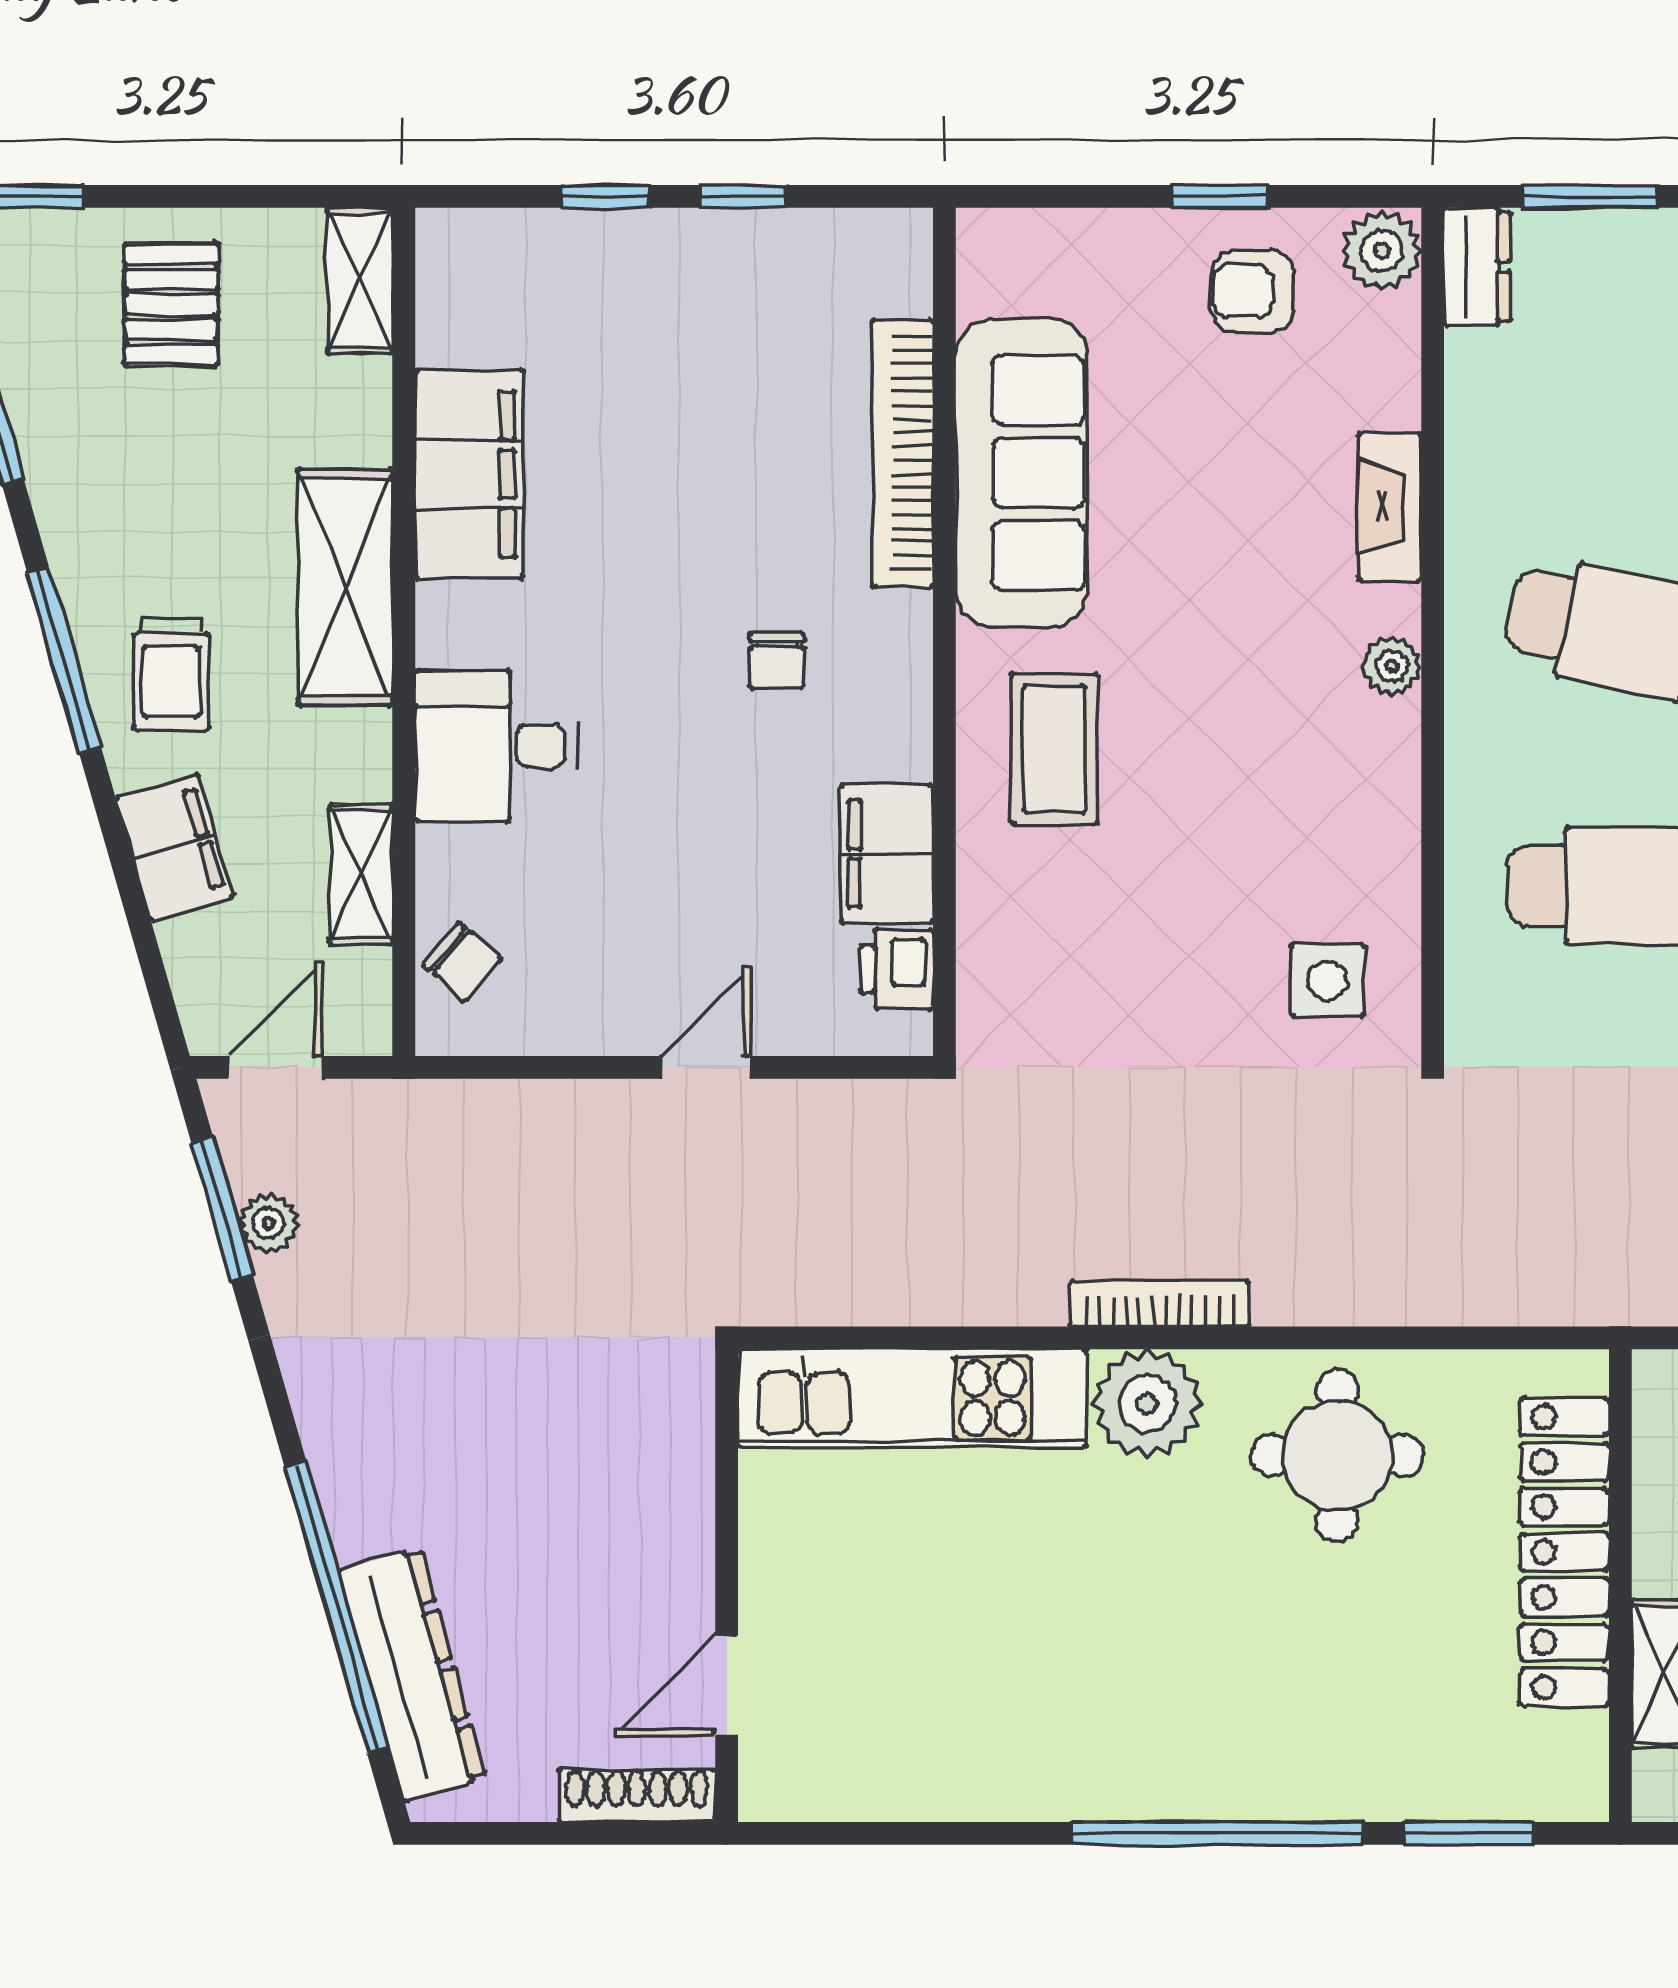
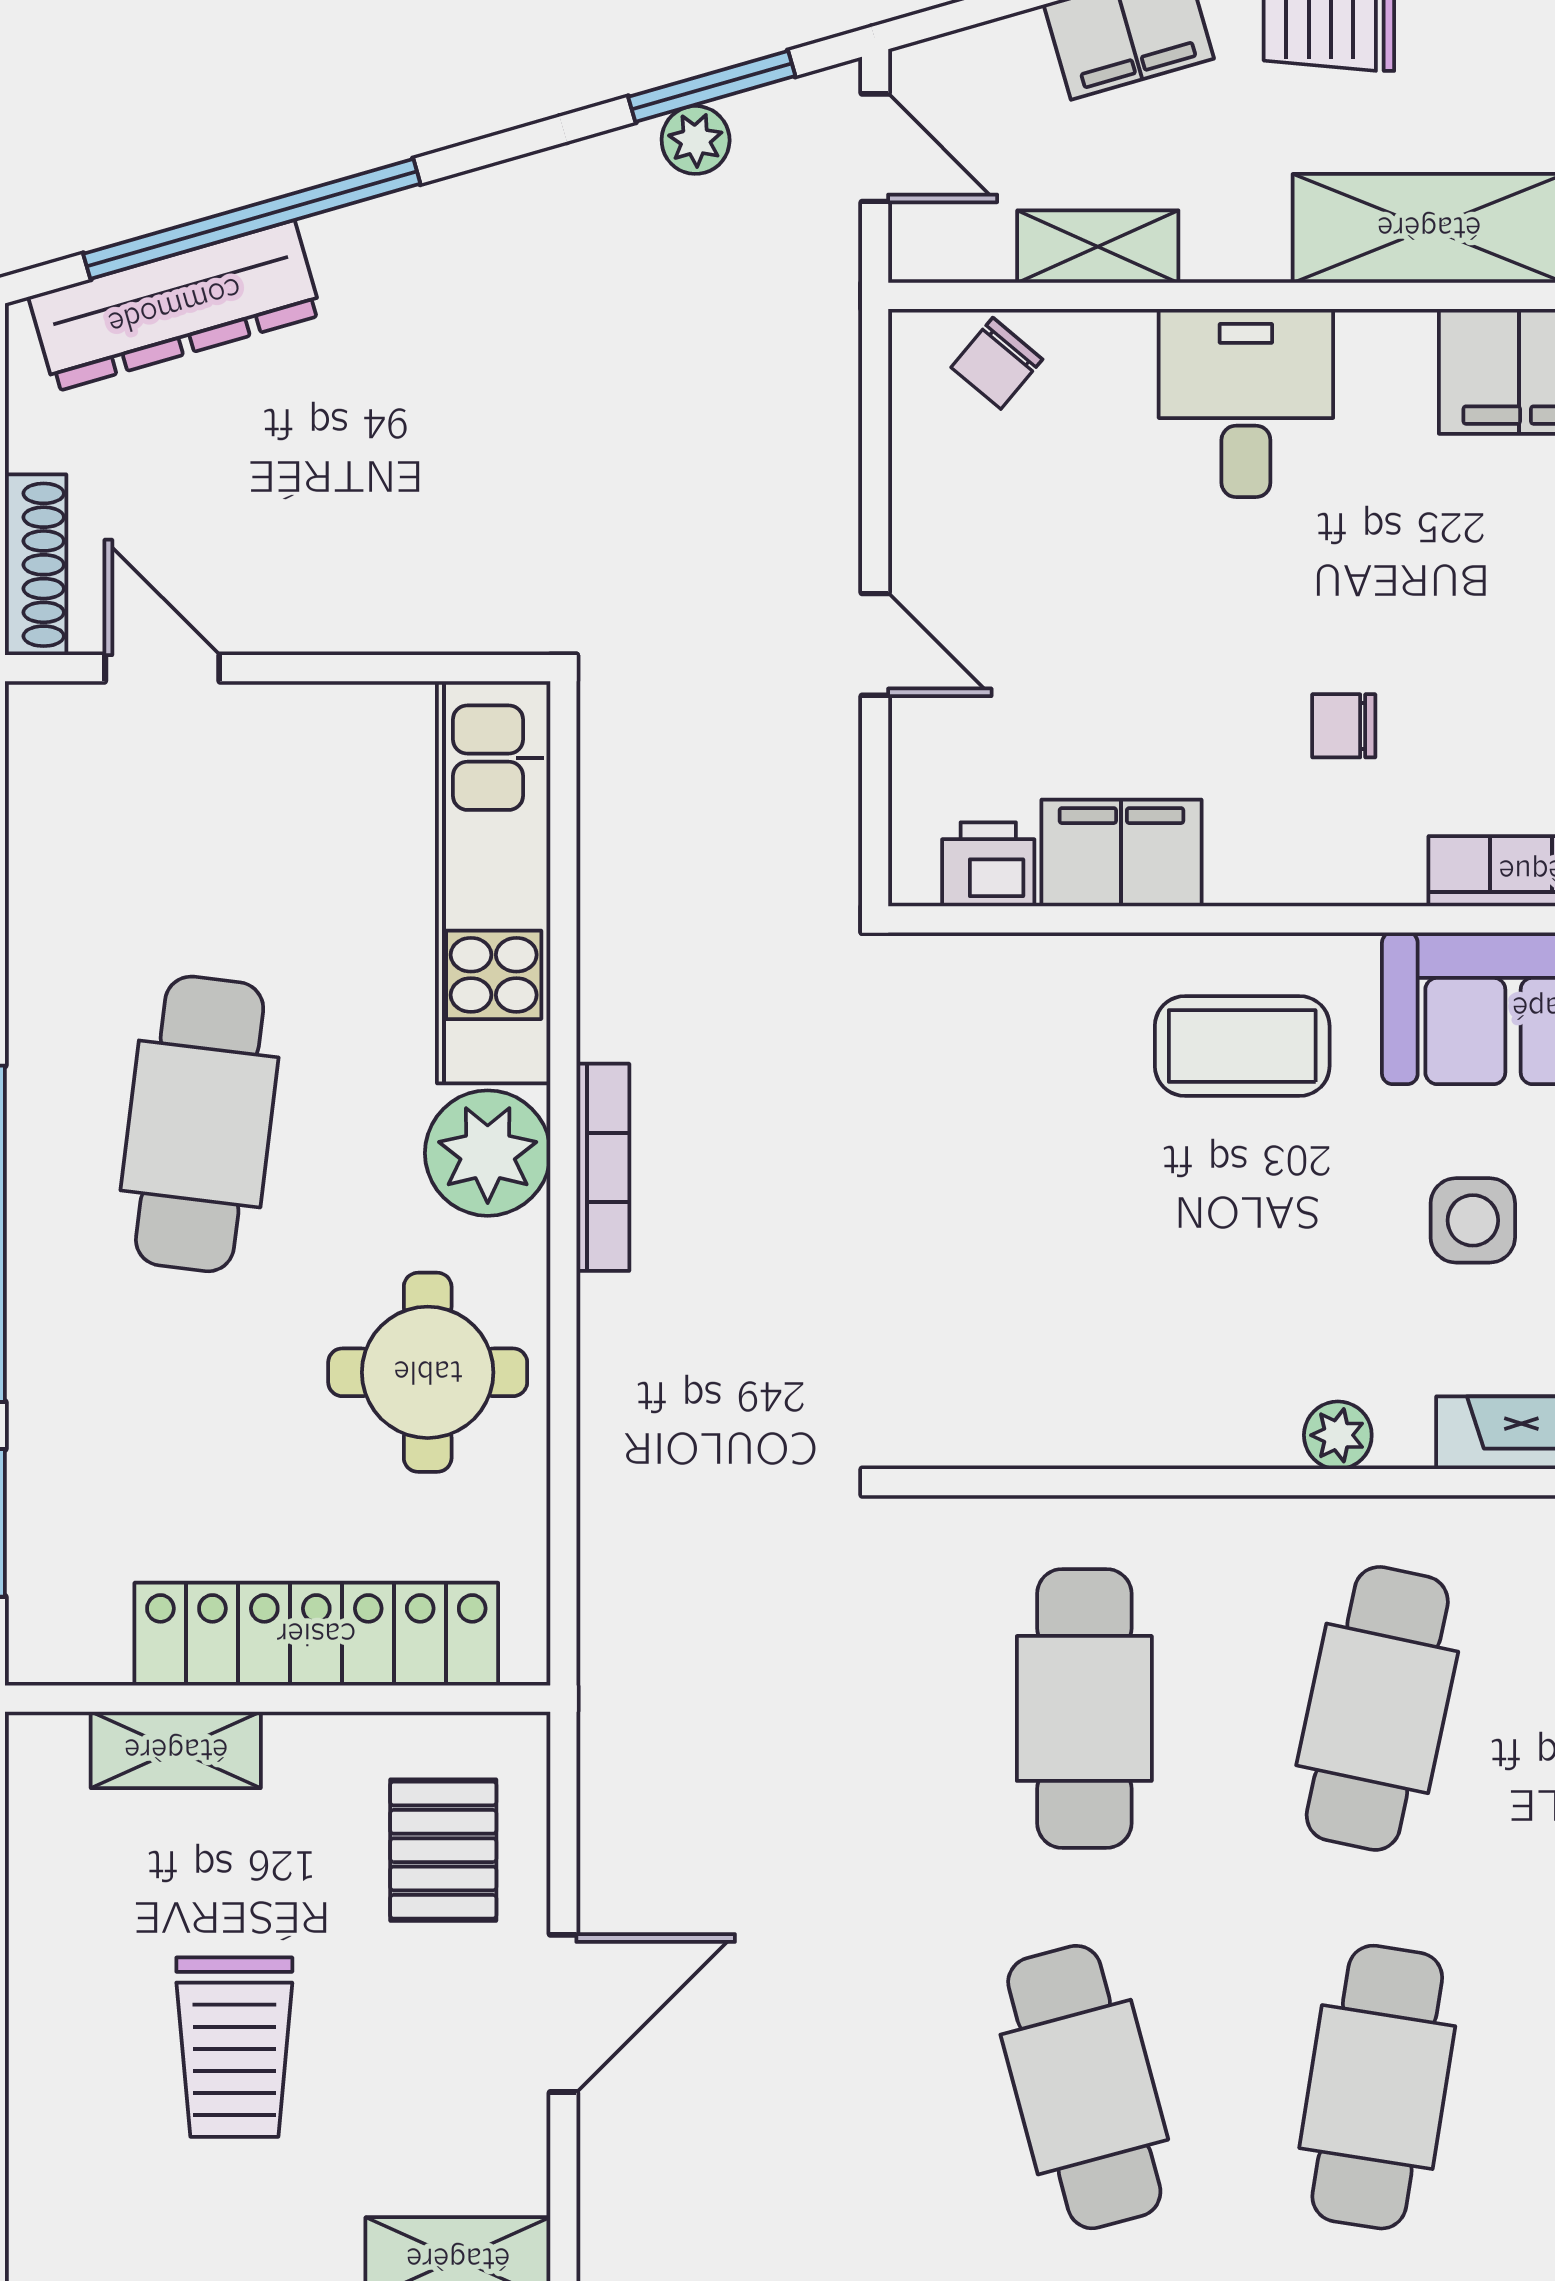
side table: (1327, 980) -> (1473, 1220), moved
cafe table: (1122, 1653) -> (200, 1124), added

